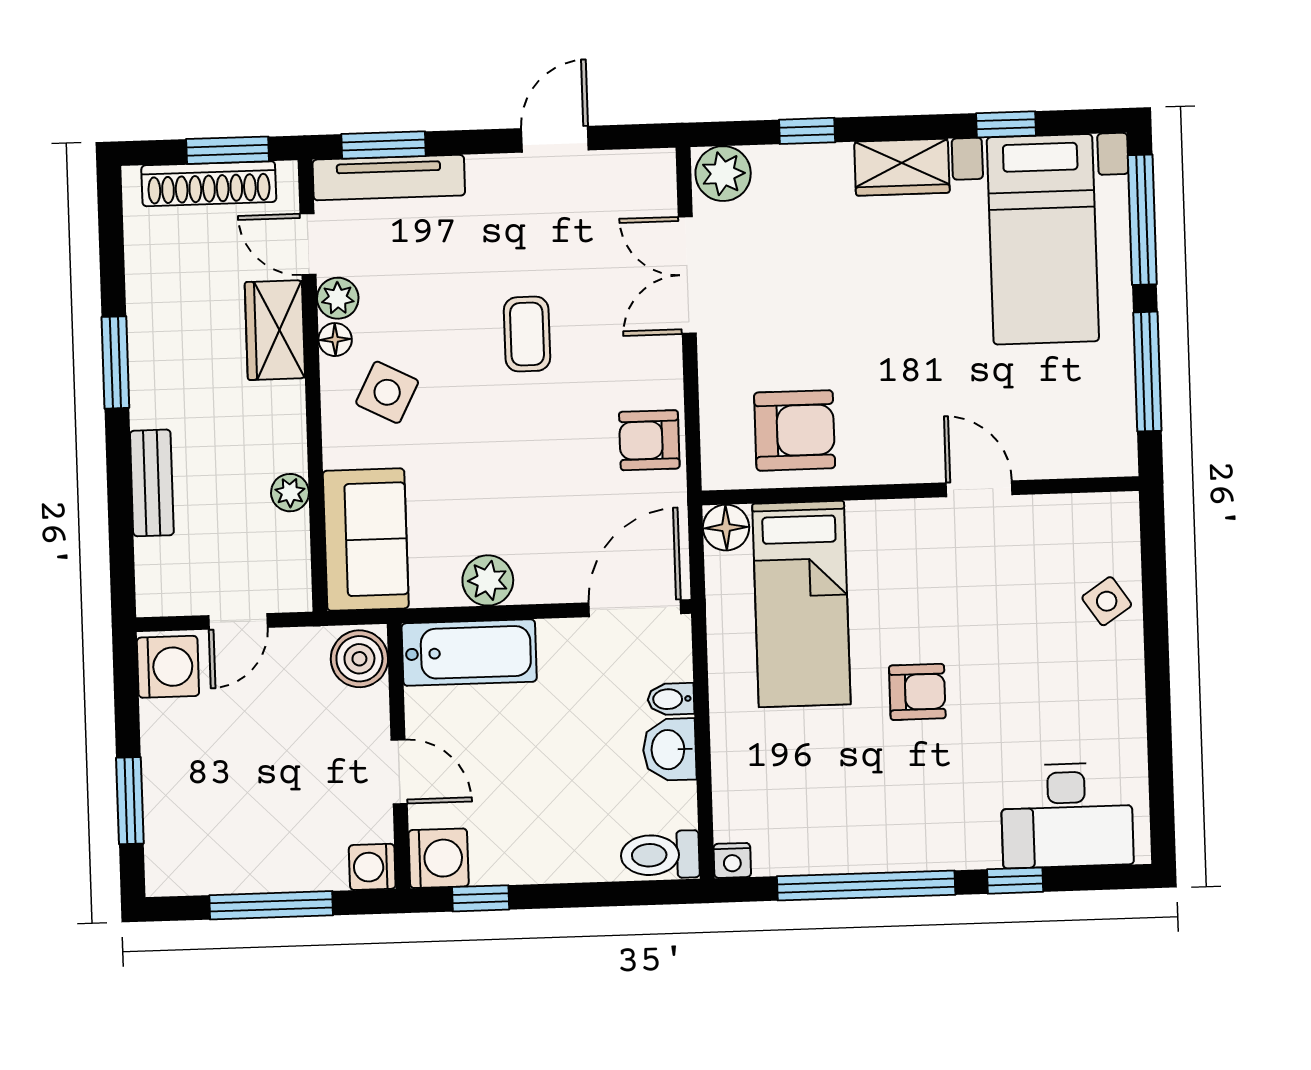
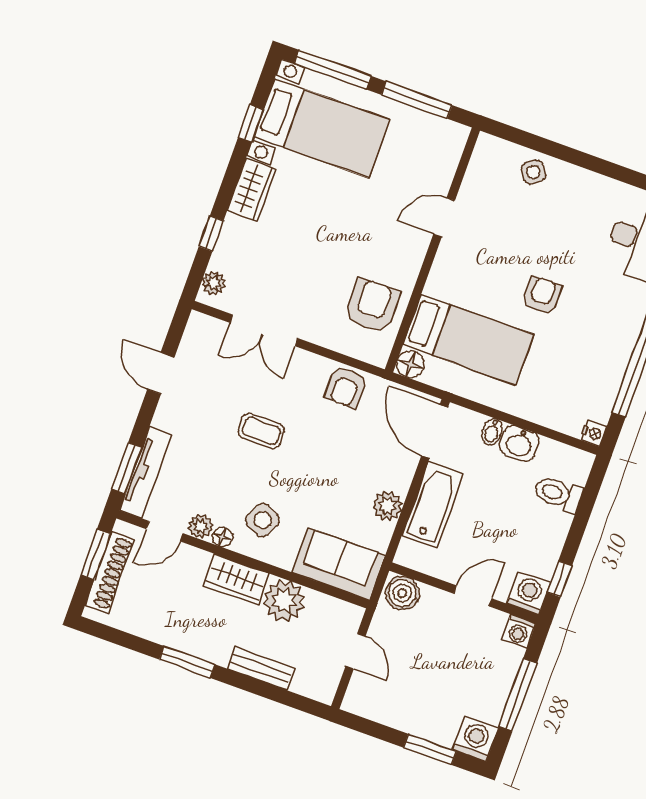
plant: (723, 174) -> (214, 283), width x0.73, depth x0.73
wardrobe: (275, 330) -> (236, 579), moved
plant: (290, 493) -> (284, 601), width x1.87, depth x1.87
bathtub: (469, 653) -> (433, 504), moved
washing machine: (168, 667) -> (475, 739), moved
toilet: (660, 855) -> (558, 494), moved, turned 90

